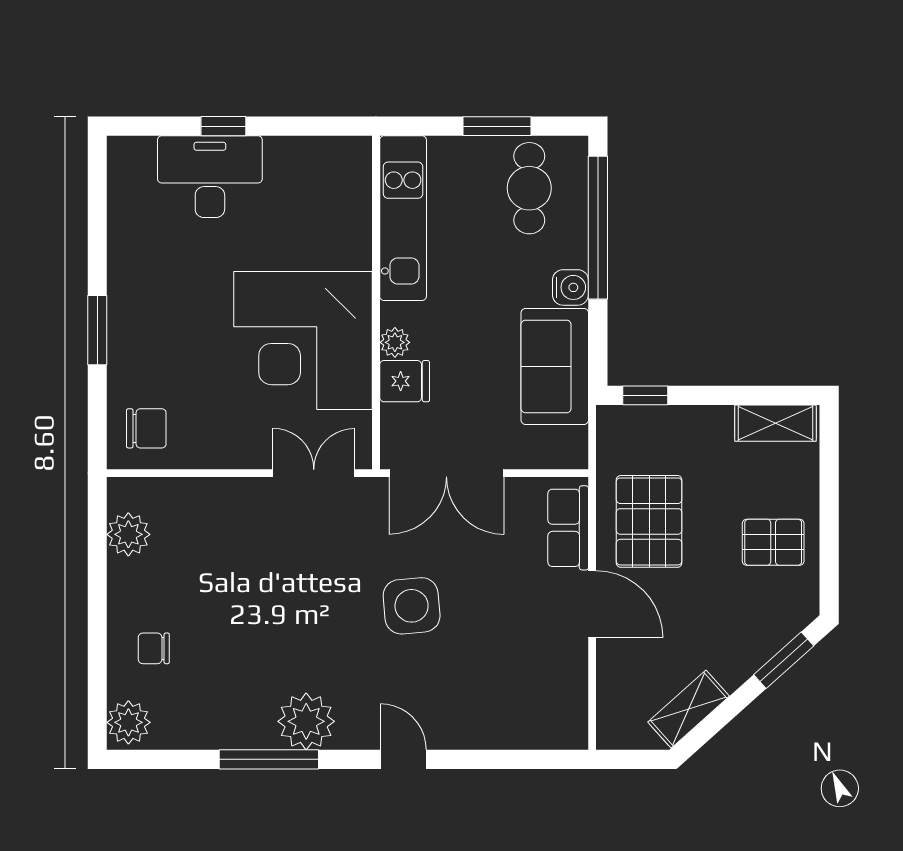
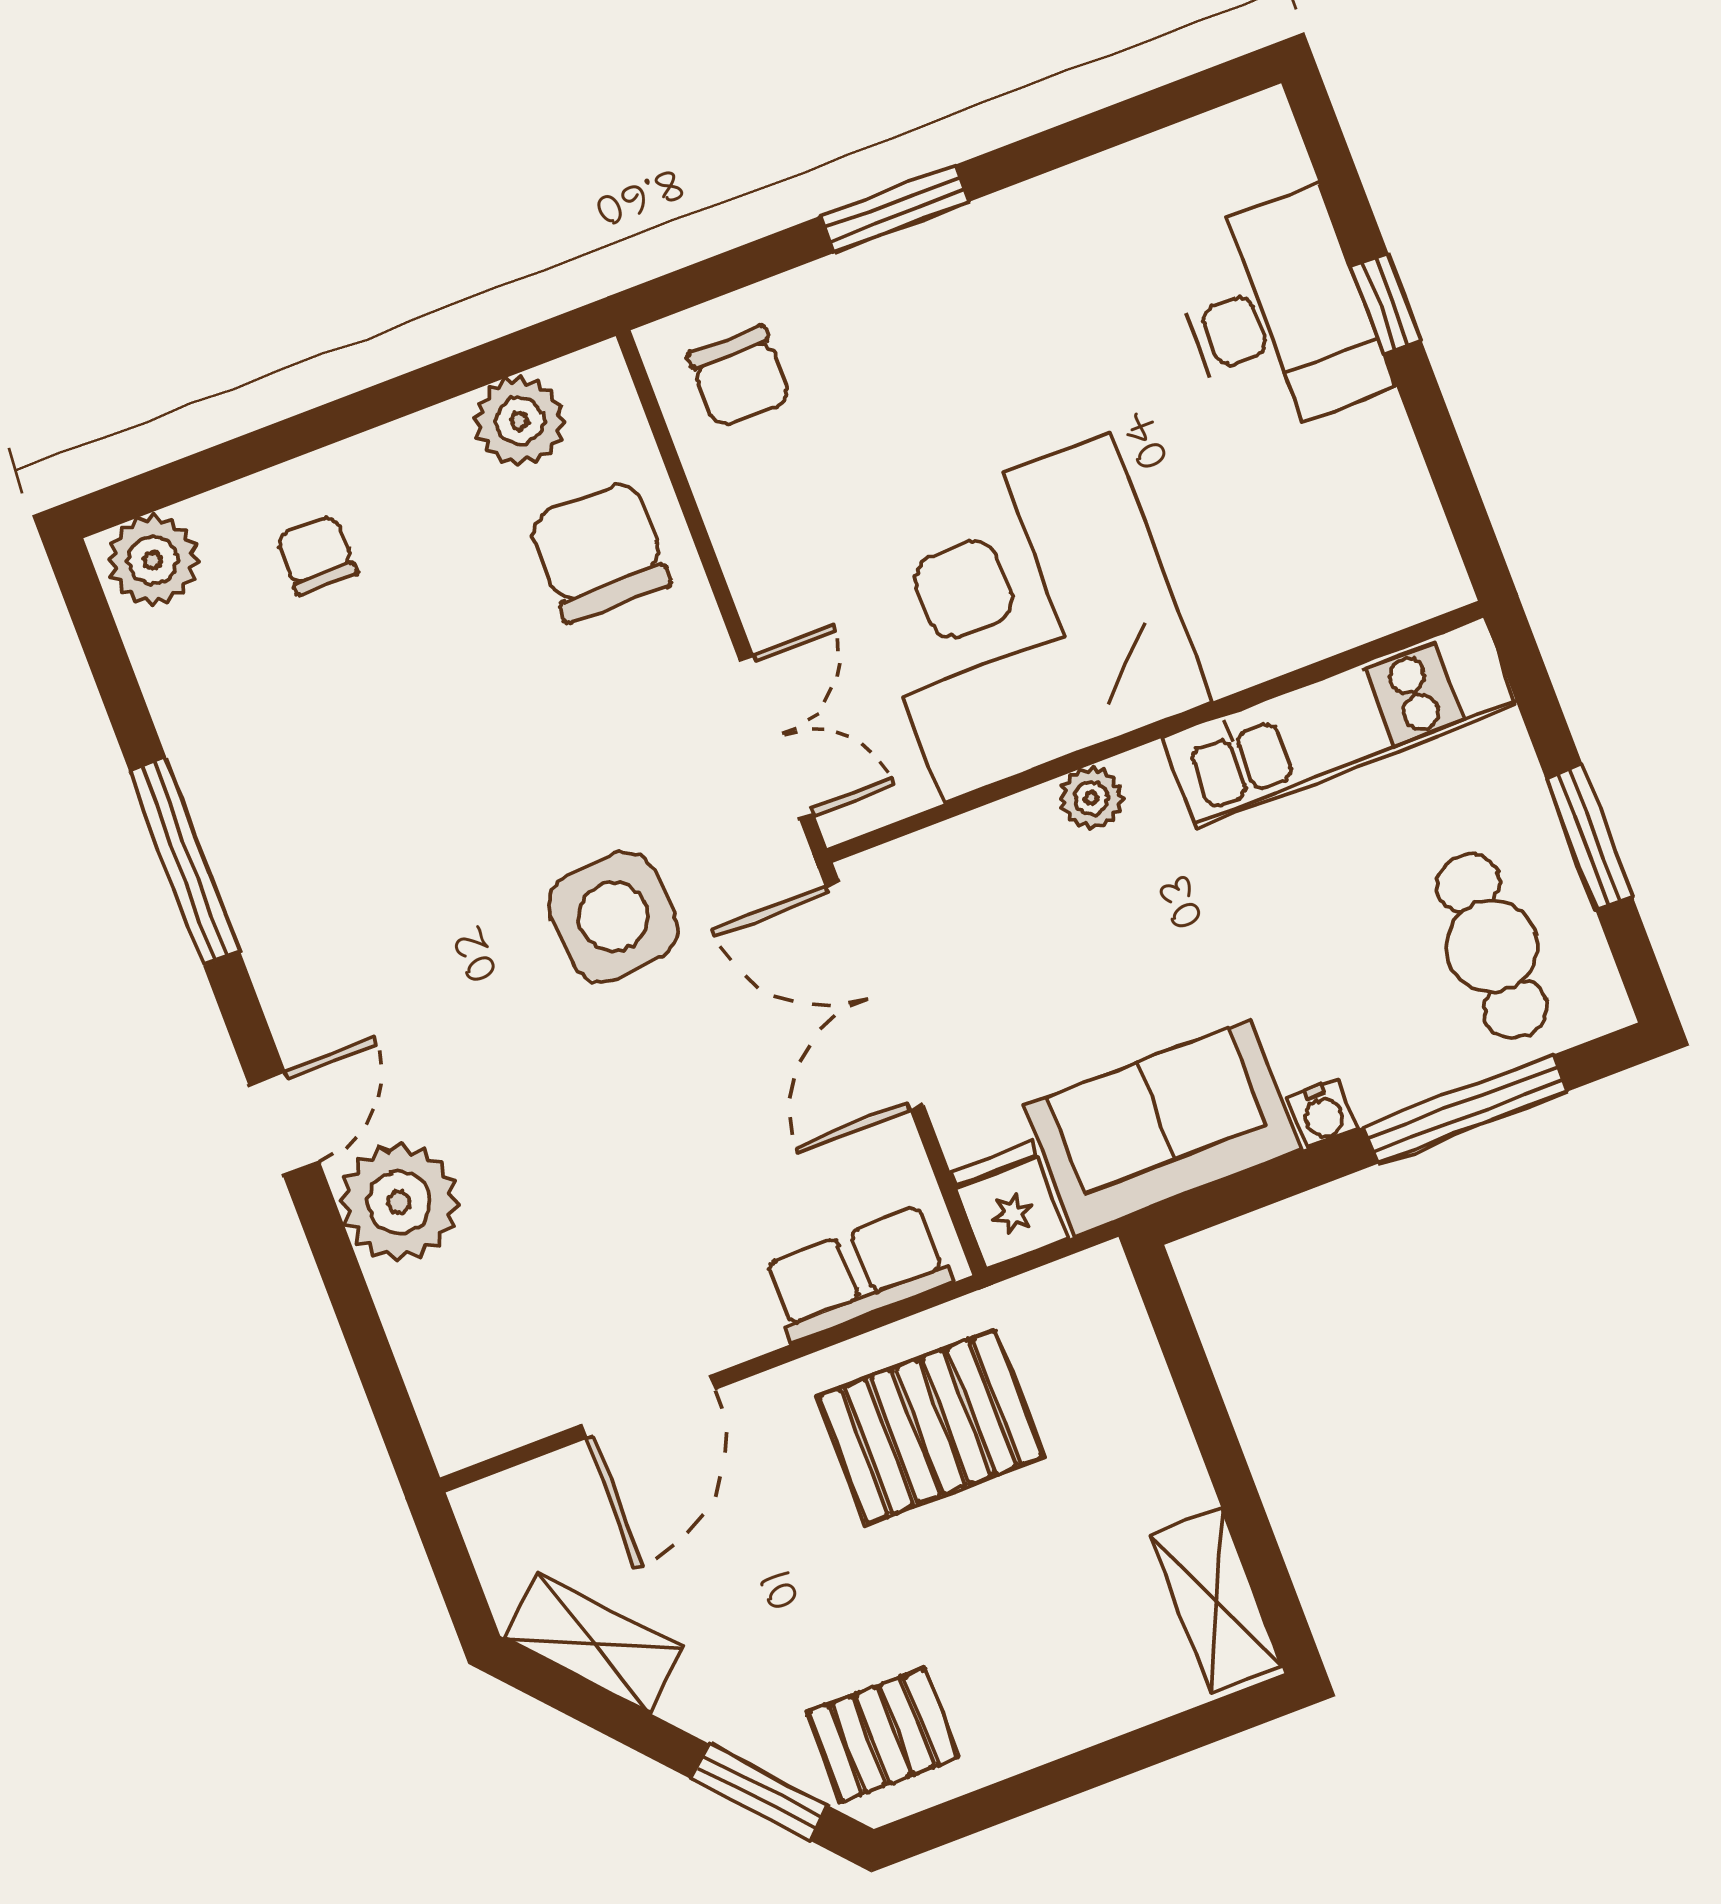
cafe table: (529, 188) -> (1492, 946), turned 90
window: (598, 228) -> (1466, 1109), width x0.68
water cooler: (570, 287) -> (1323, 1113), width x0.72, depth x0.72
fridge: (405, 381) -> (1010, 1206), moved, turned 180
window: (645, 395) -> (1174, 1326), removed
chair: (200, 521) -> (599, 551), added
pallet: (773, 542) -> (883, 1735), moved, turned 90
door: (592, 604) -> (649, 1407), moved
side table: (412, 606) -> (613, 917), moved
plant: (306, 721) -> (399, 1202), moved

